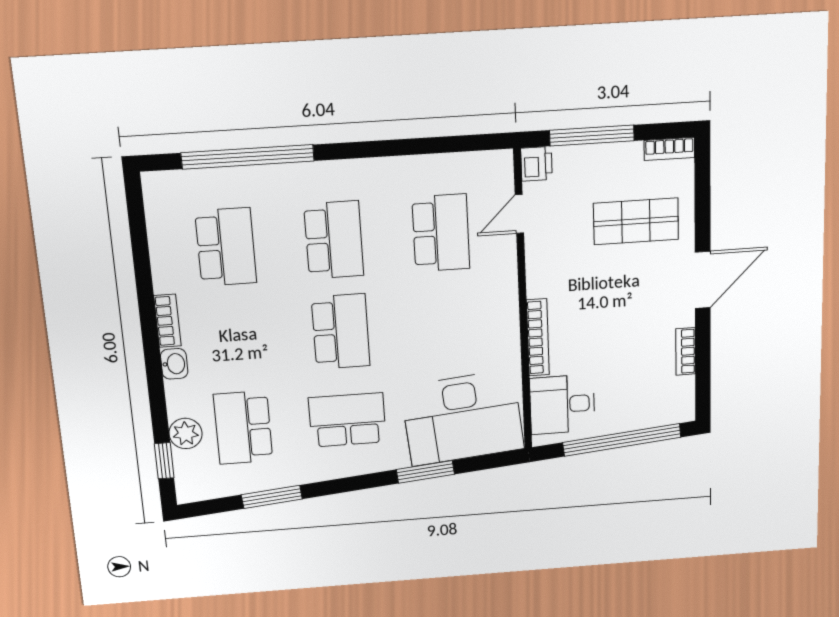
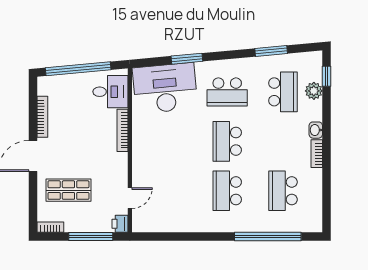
school desk: (441, 233) -> (171, 191), removed
bookcase: (686, 351) -> (42, 117), width x1.56

